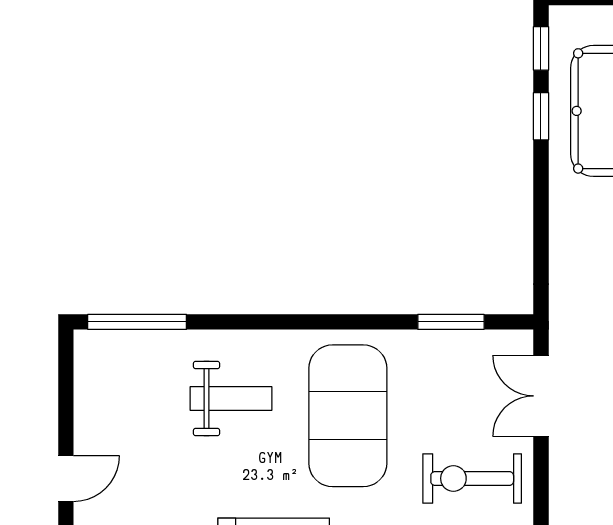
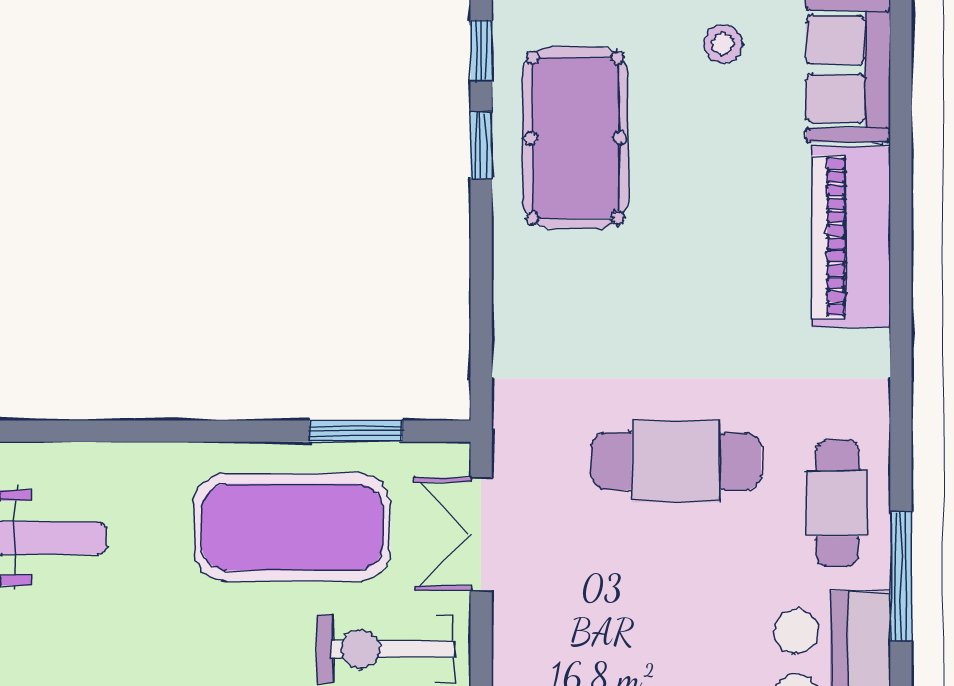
exercise mat: (348, 416) -> (292, 527), moved, turned 90

